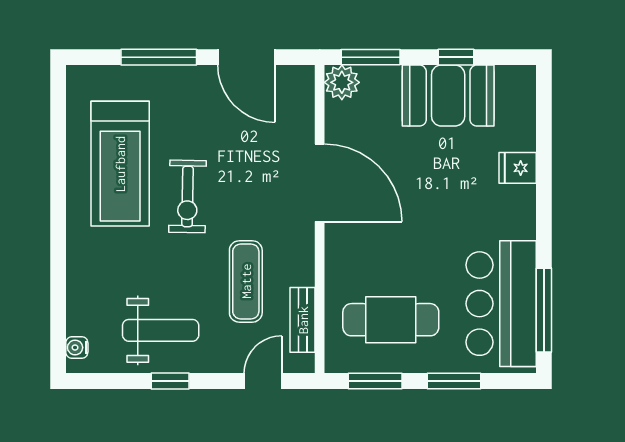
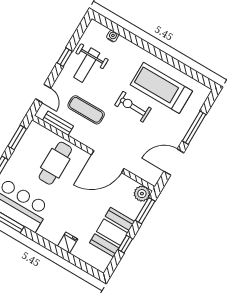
cafe table: (391, 320) -> (55, 163), moved
water cooler: (77, 348) -> (113, 36), moved

